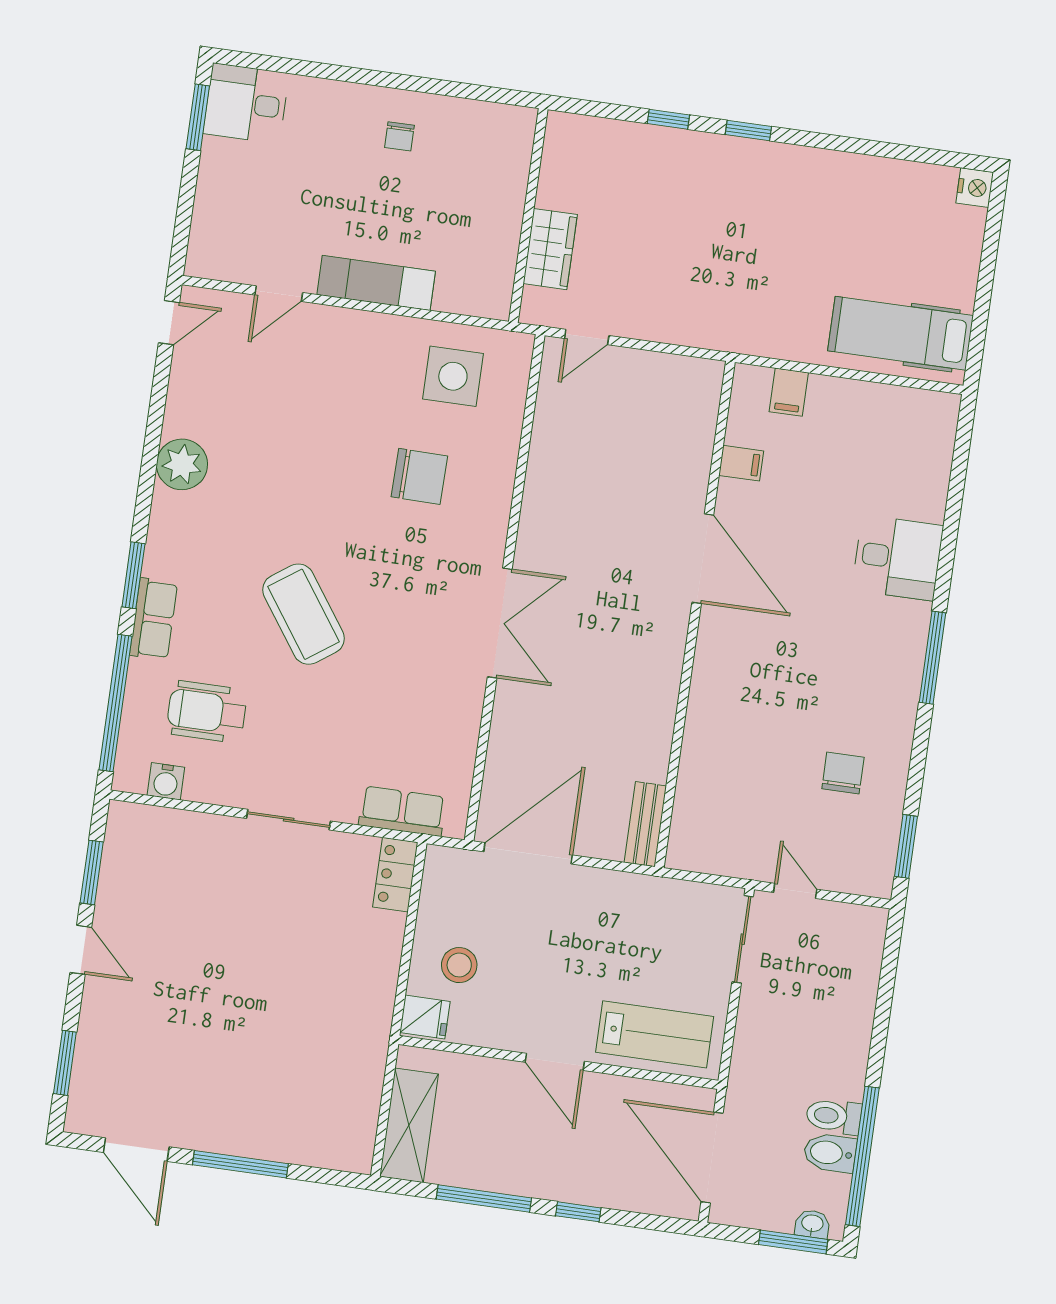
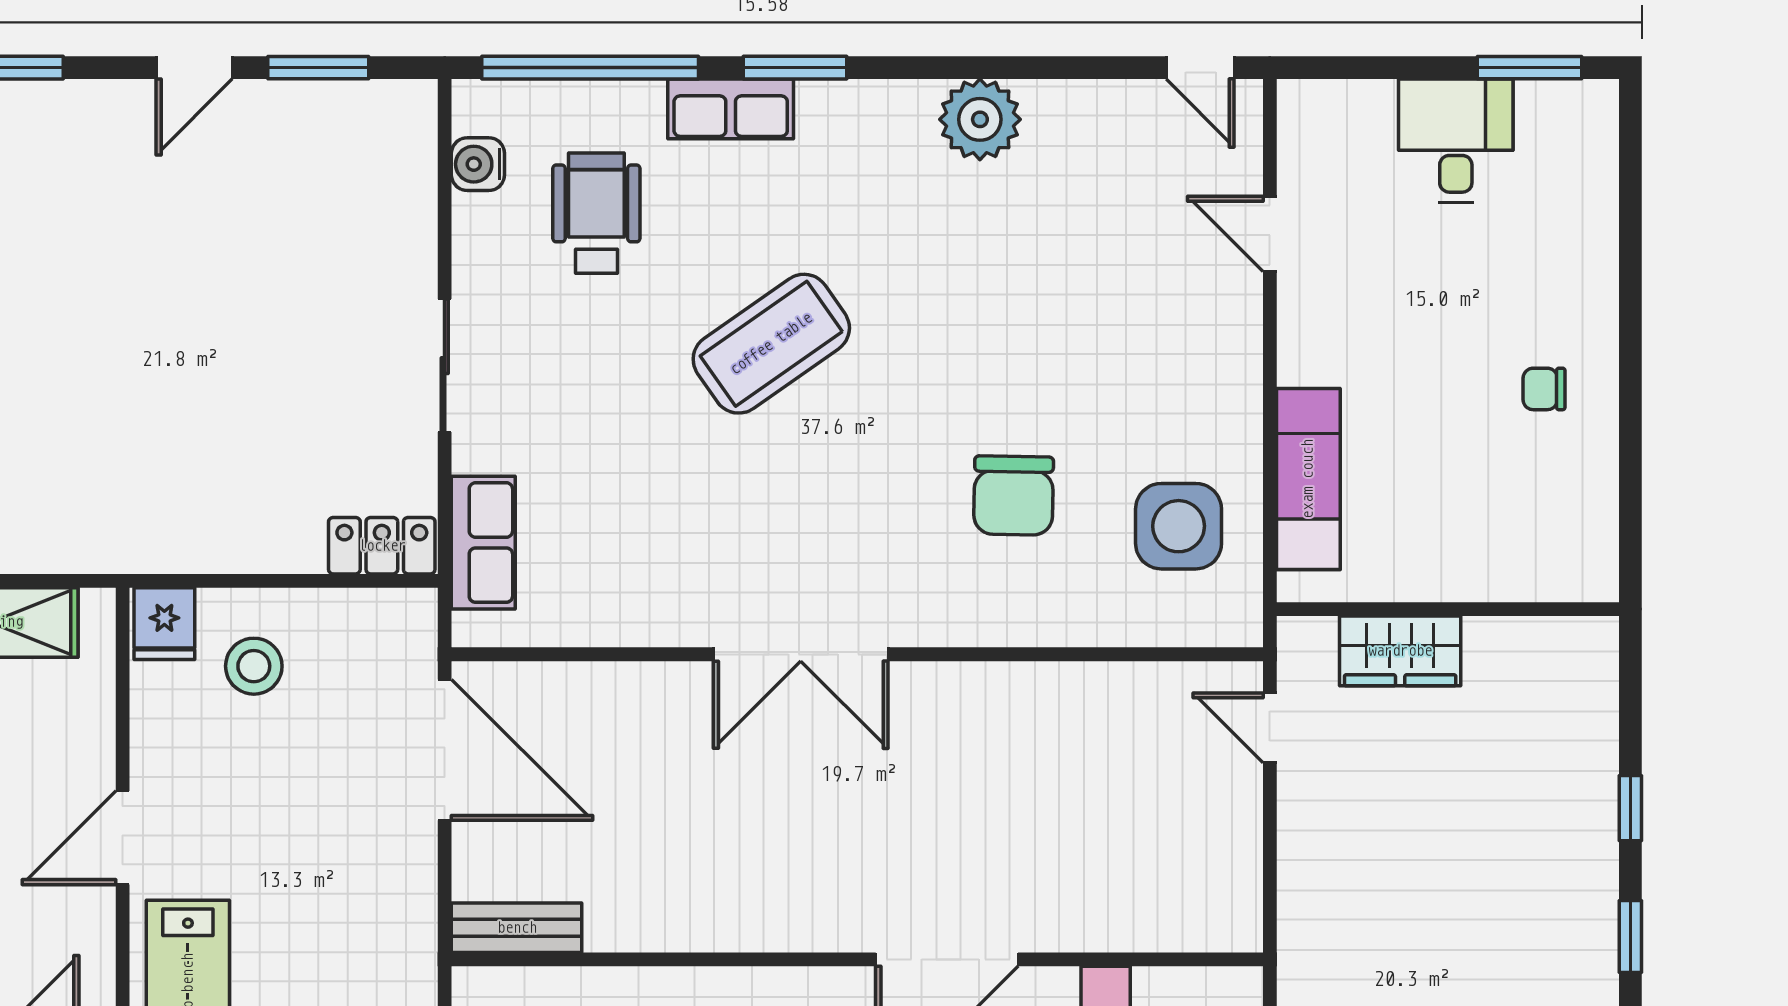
desk: (246, 103) -> (1456, 141), moved
exam couch: (376, 283) -> (1308, 479), moved

